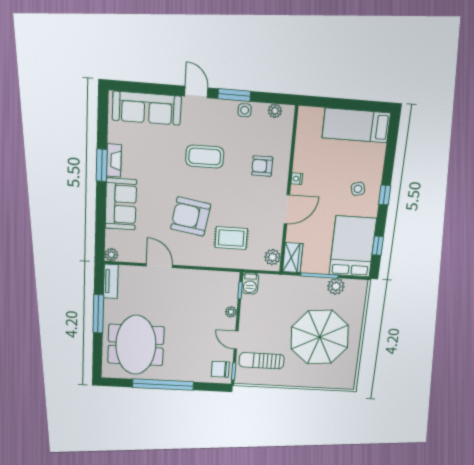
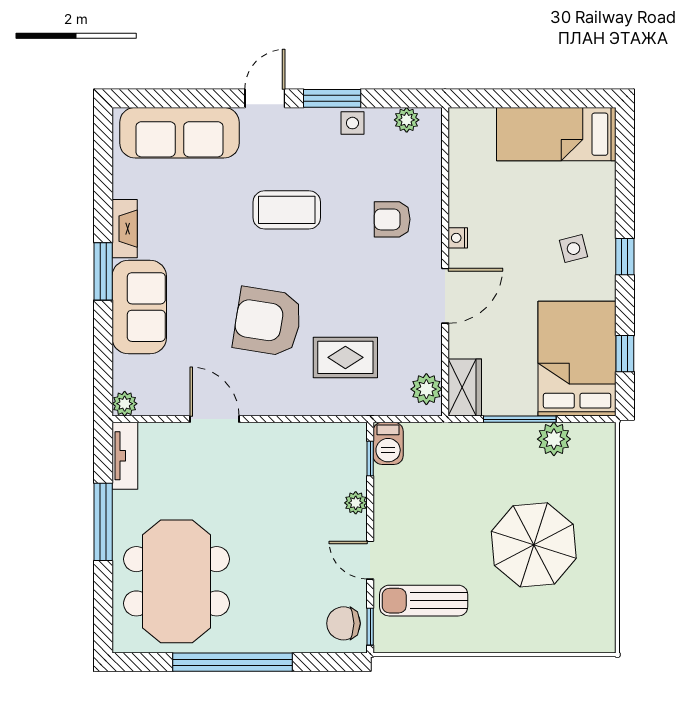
door: (196, 92) -> (265, 98), hinge flipped
window: (102, 165) -> (103, 271), moved
parasol: (320, 337) -> (534, 545), width x0.73, depth x0.73

